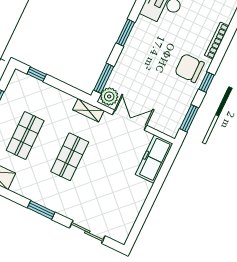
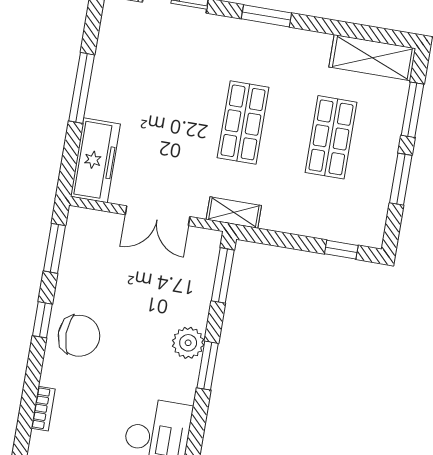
bookcase: (217, 41) -> (43, 409), width x0.64
plant: (109, 96) -> (188, 343), moved
window: (150, 200) -> (82, 88), added

